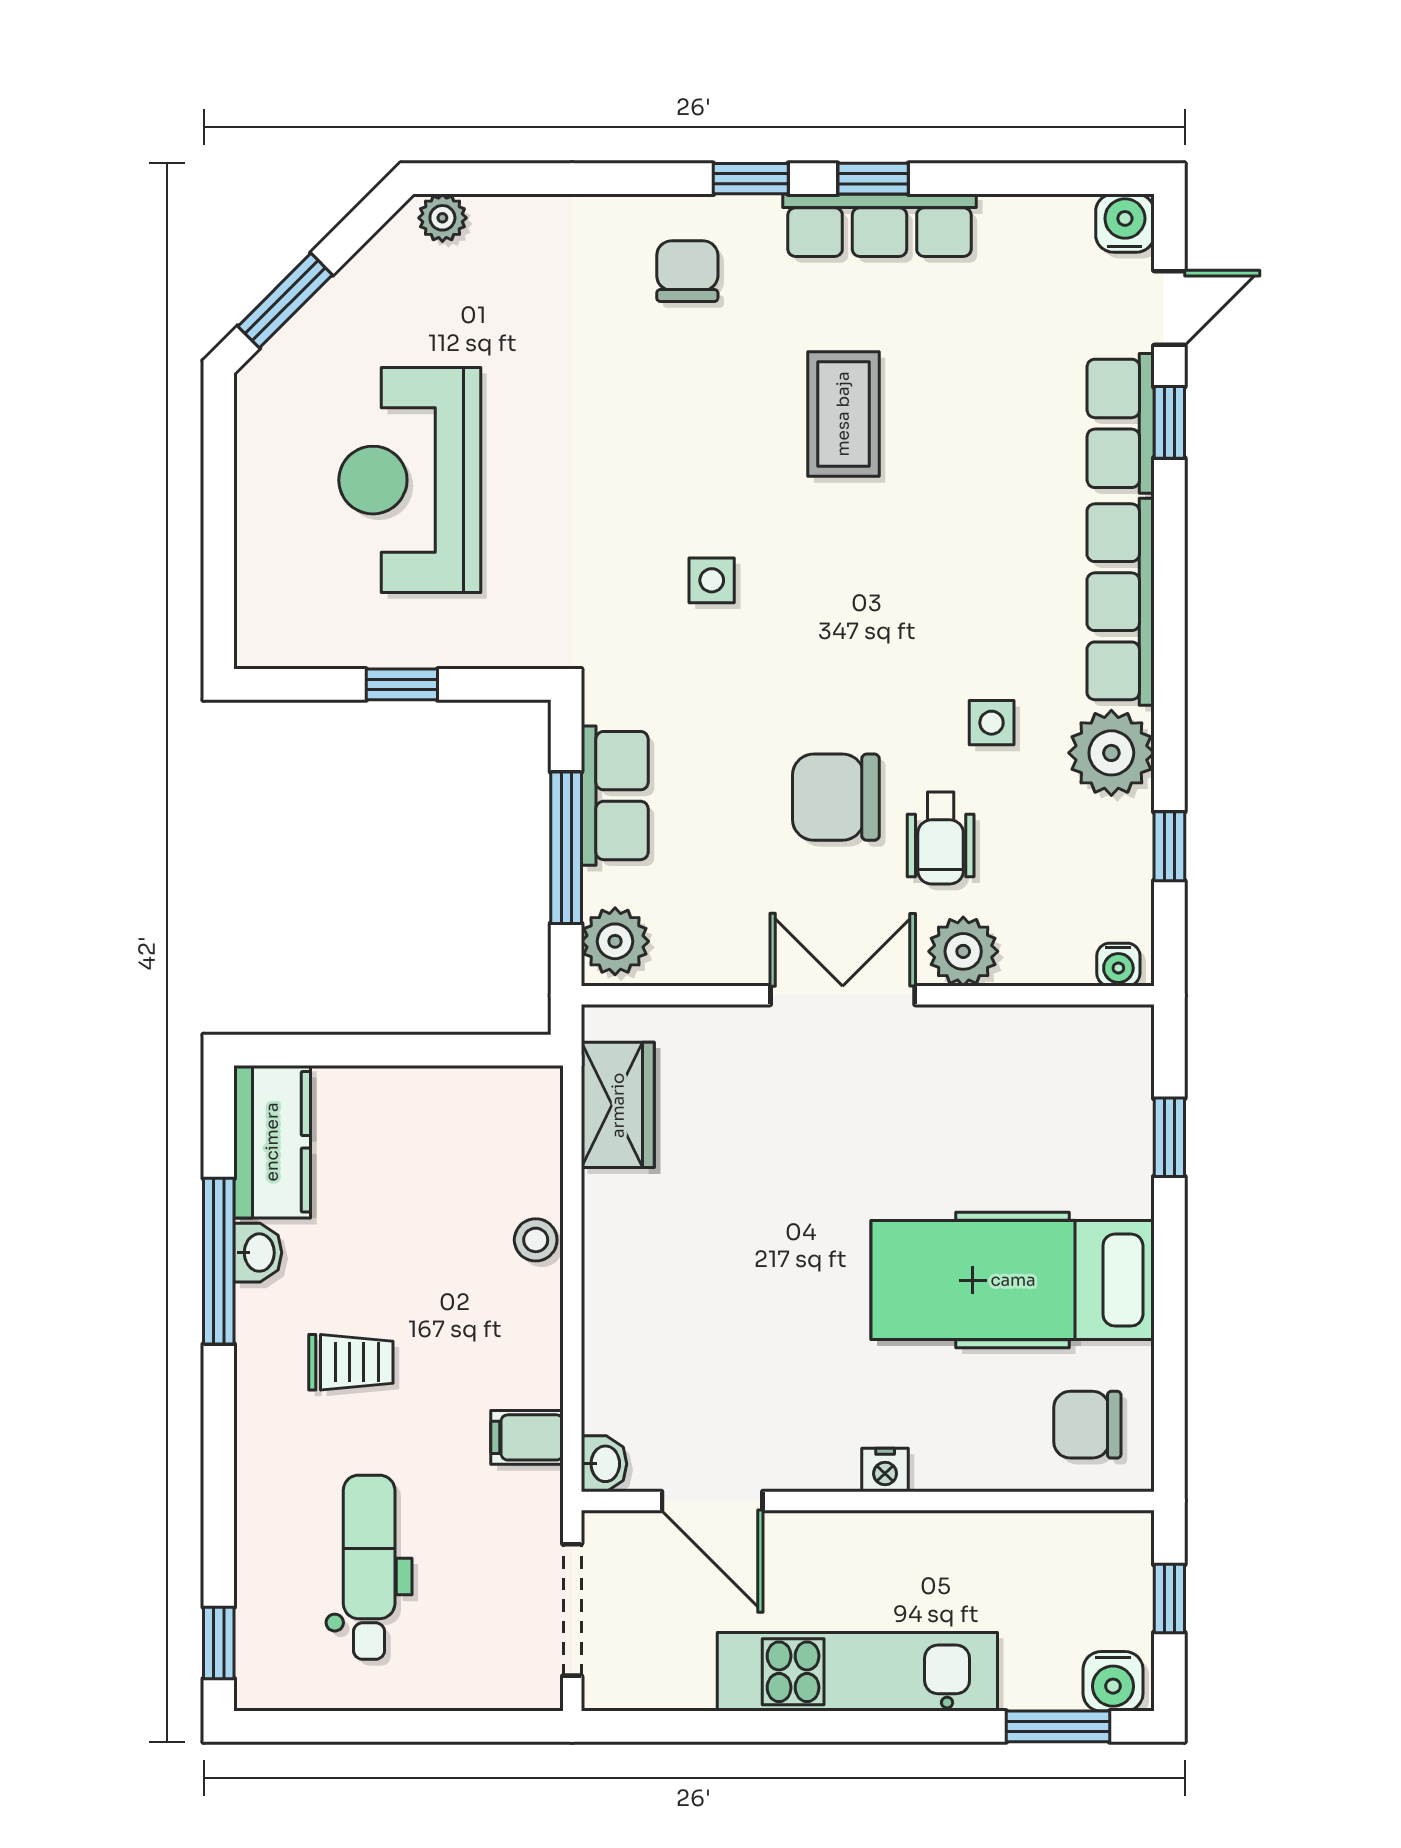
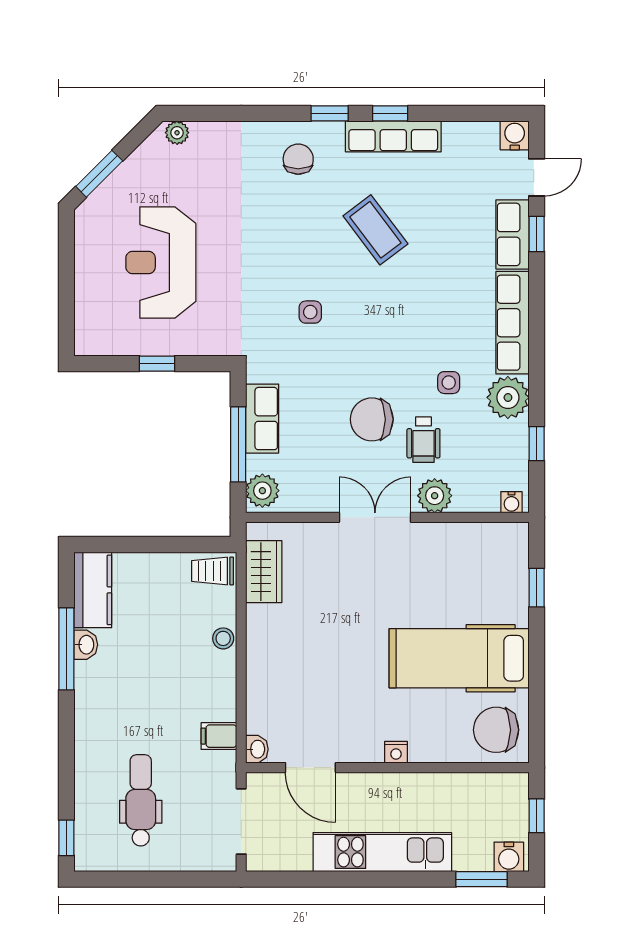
coffee table: (843, 414) -> (375, 230), turned -37
trolley: (351, 1362) -> (212, 571), moved, turned 180
chair: (1087, 1425) -> (496, 730), width x1.37, depth x1.37

